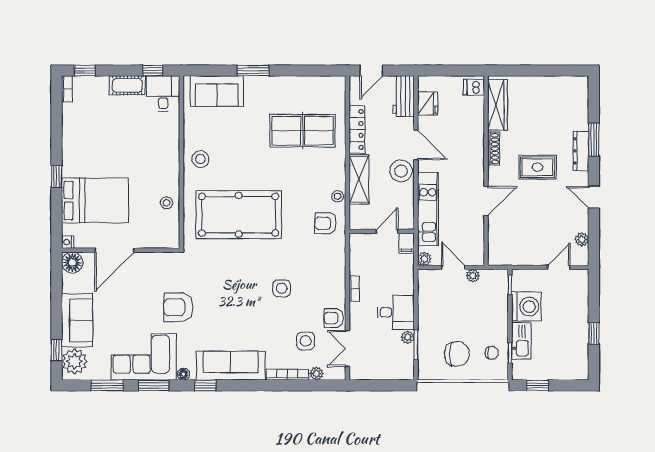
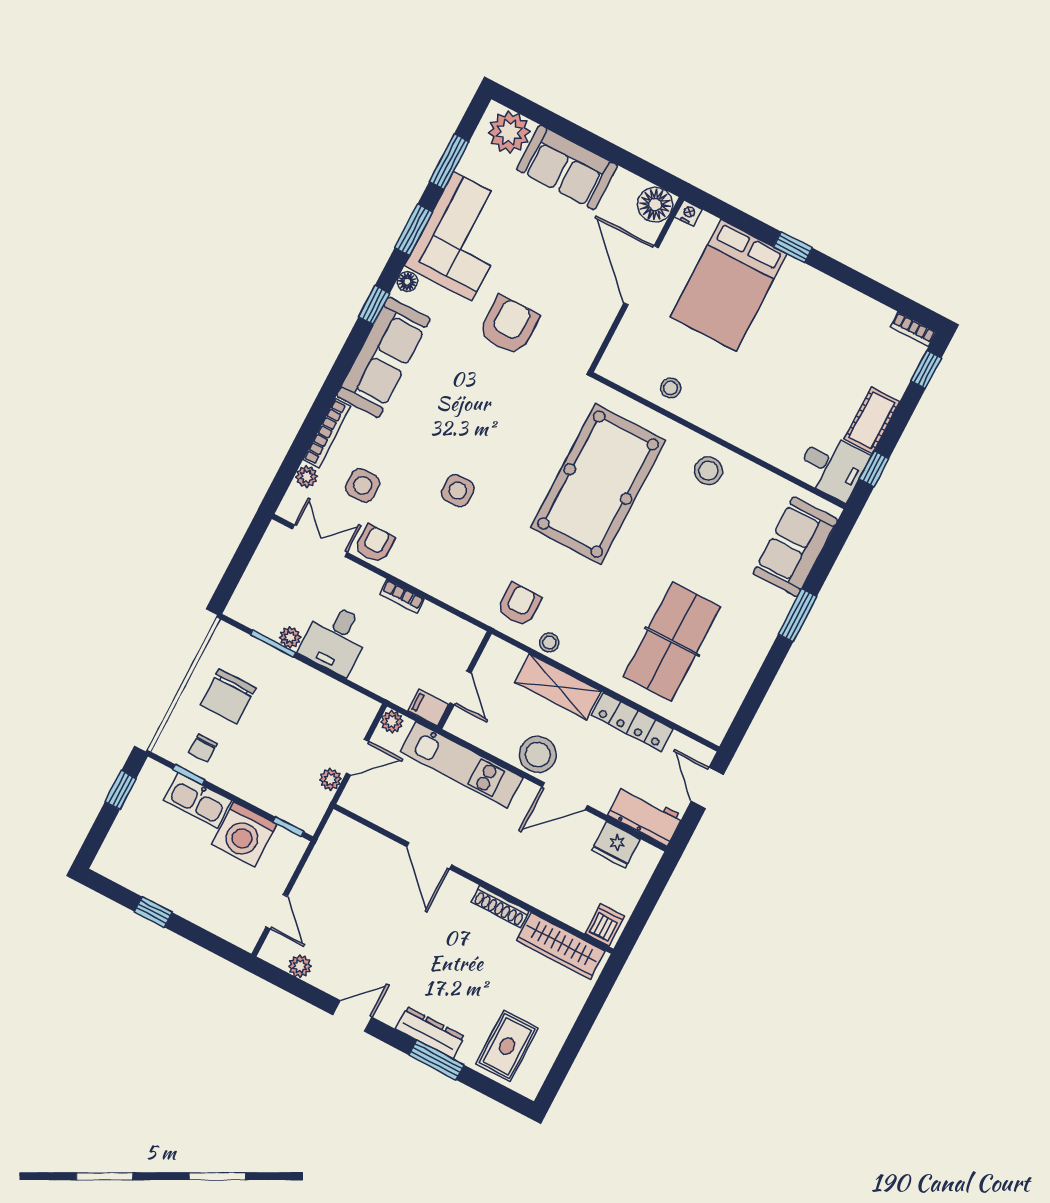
rug: (537, 167) -> (507, 1046), moved
window: (56, 350) -> (540, 115), removed

